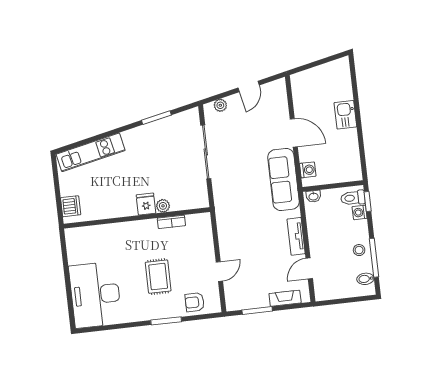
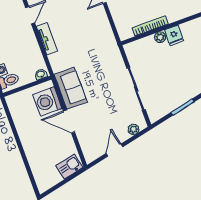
kitchen sink: (345, 115) -> (69, 167), moved, turned -102
washing machine: (308, 170) -> (47, 101), width x1.89, depth x1.89
sofa: (283, 179) -> (70, 88), width x0.73
bookcase: (171, 222) -> (150, 26), width x1.56

